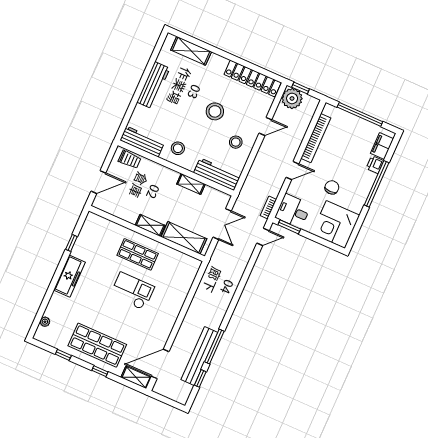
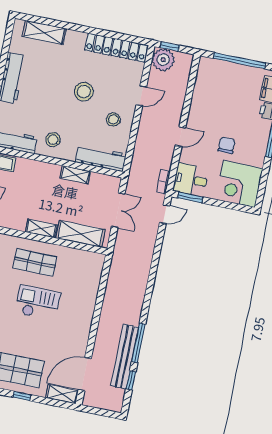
bookcase: (316, 138) -> (198, 96), removed

